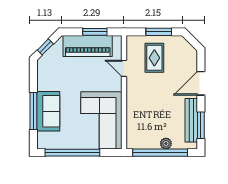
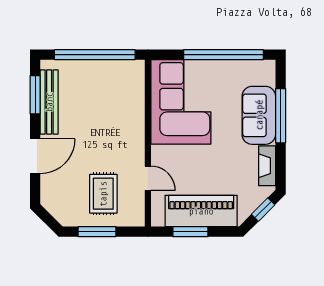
fireplace: (43, 77) -> (267, 166), added
plant: (166, 144) -> (86, 68), removed

